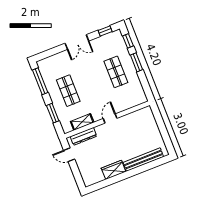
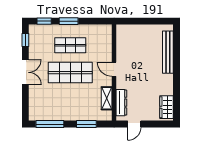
shop shelf: (68, 91) -> (70, 73), moved, width x1.43, depth x1.36
wardrobe: (114, 170) -> (167, 107), moved

